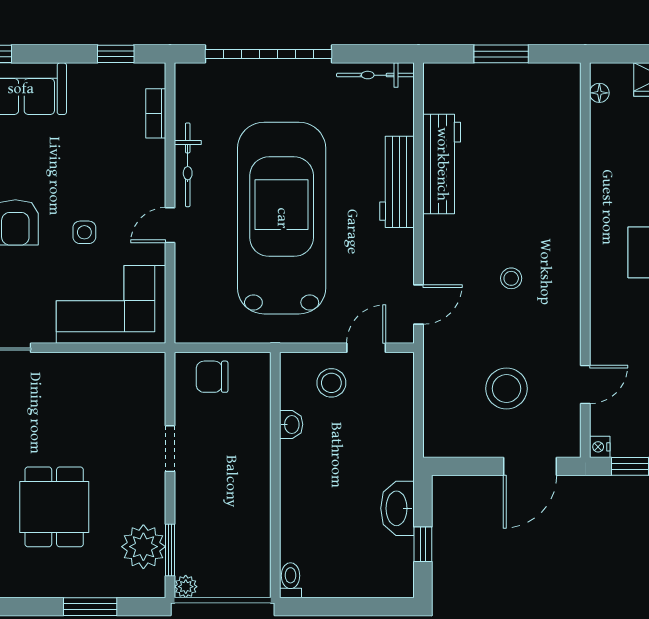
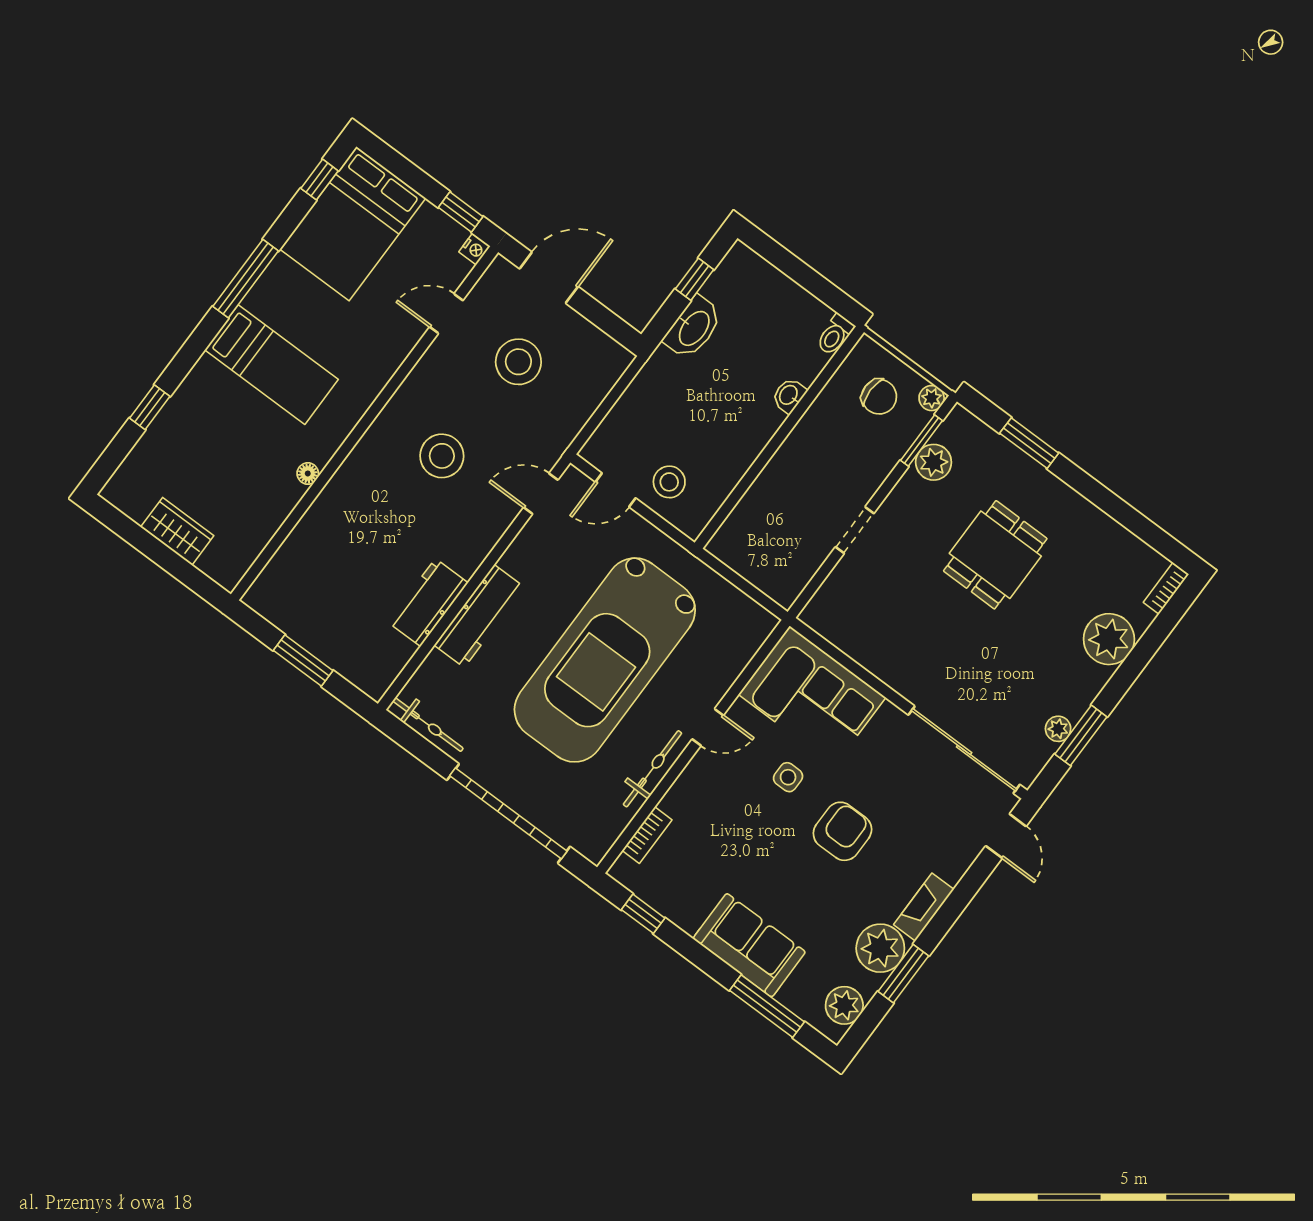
floor lamp: (599, 93) -> (308, 473), moved
workbench: (442, 164) -> (428, 602), width x0.73
stool: (511, 278) -> (442, 456), width x1.89, depth x1.89
chair: (212, 377) -> (879, 397), moved
washbasin: (291, 424) -> (789, 395), moved
plant: (143, 547) -> (934, 462), width x0.73, depth x0.73

